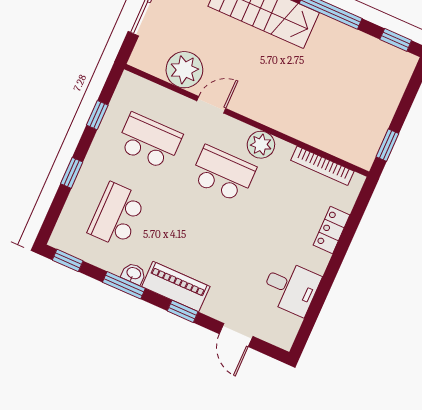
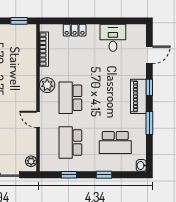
plant: (184, 70) -> (31, 161), moved, width x0.53, depth x0.53
window: (68, 260) -> (149, 157), removed
washbasin: (134, 274) -> (141, 165), moved

